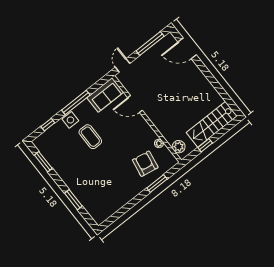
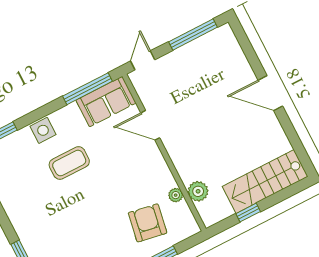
door: (187, 48) -> (270, 93), moved
window: (76, 103) -> (88, 89), moved
coffee table: (90, 137) -> (69, 163), turned 90
plant: (179, 147) -> (198, 191), moved

